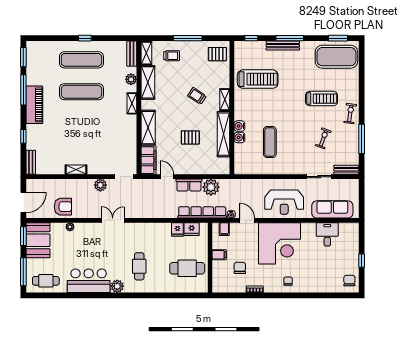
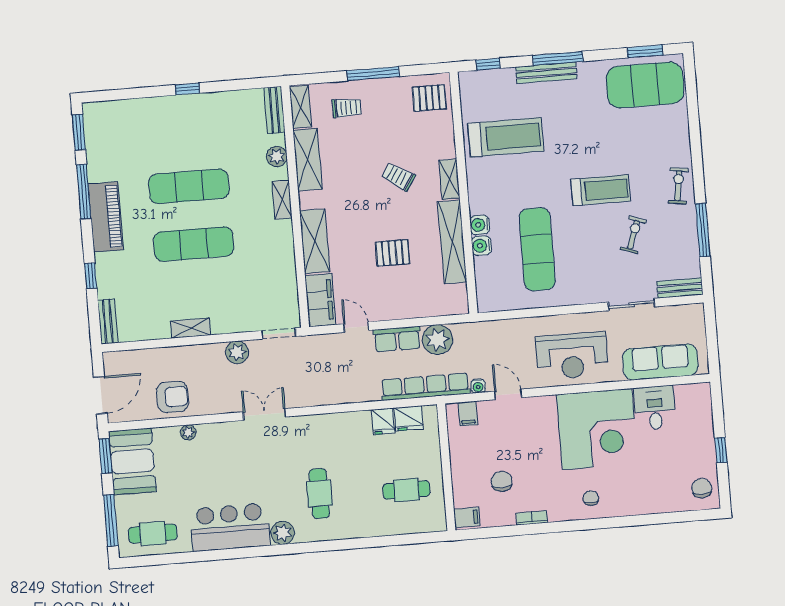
exercise mat: (81, 60) -> (194, 244), moved
treadmill: (322, 99) -> (601, 190), moved
exercise mat: (270, 142) -> (537, 249), width x1.36, depth x1.45
corner desk: (279, 243) -> (597, 429), moved
filing cabinet: (219, 255) -> (467, 517), moved
cafe table: (187, 268) -> (406, 490), width x0.73, depth x0.74

